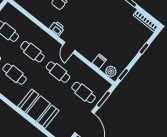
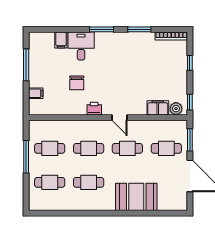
filing cabinet: (99, 61) -> (158, 108), width x2.00

